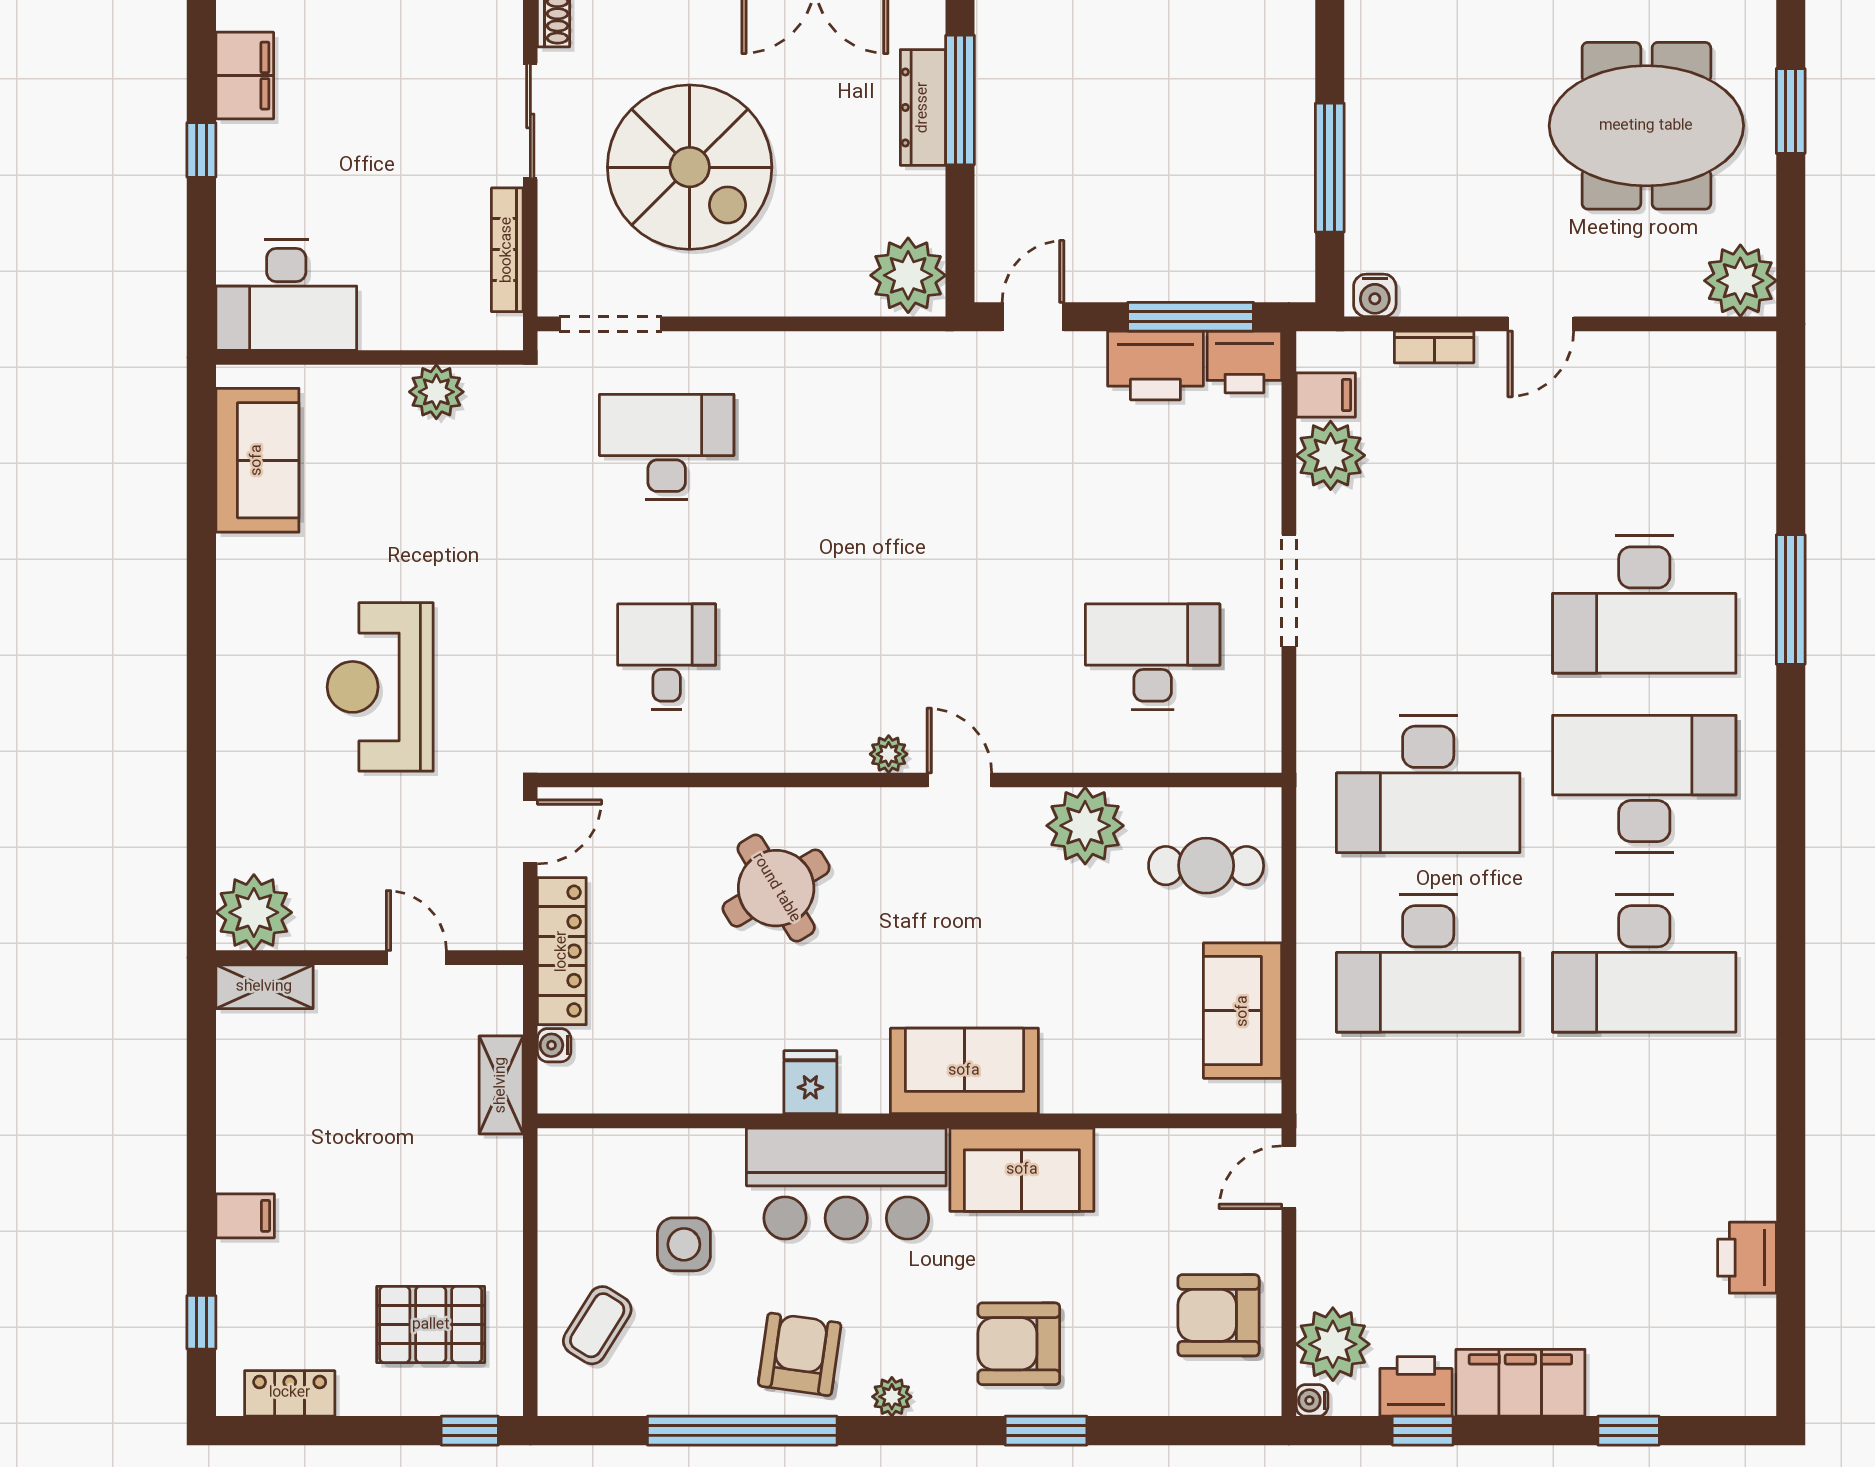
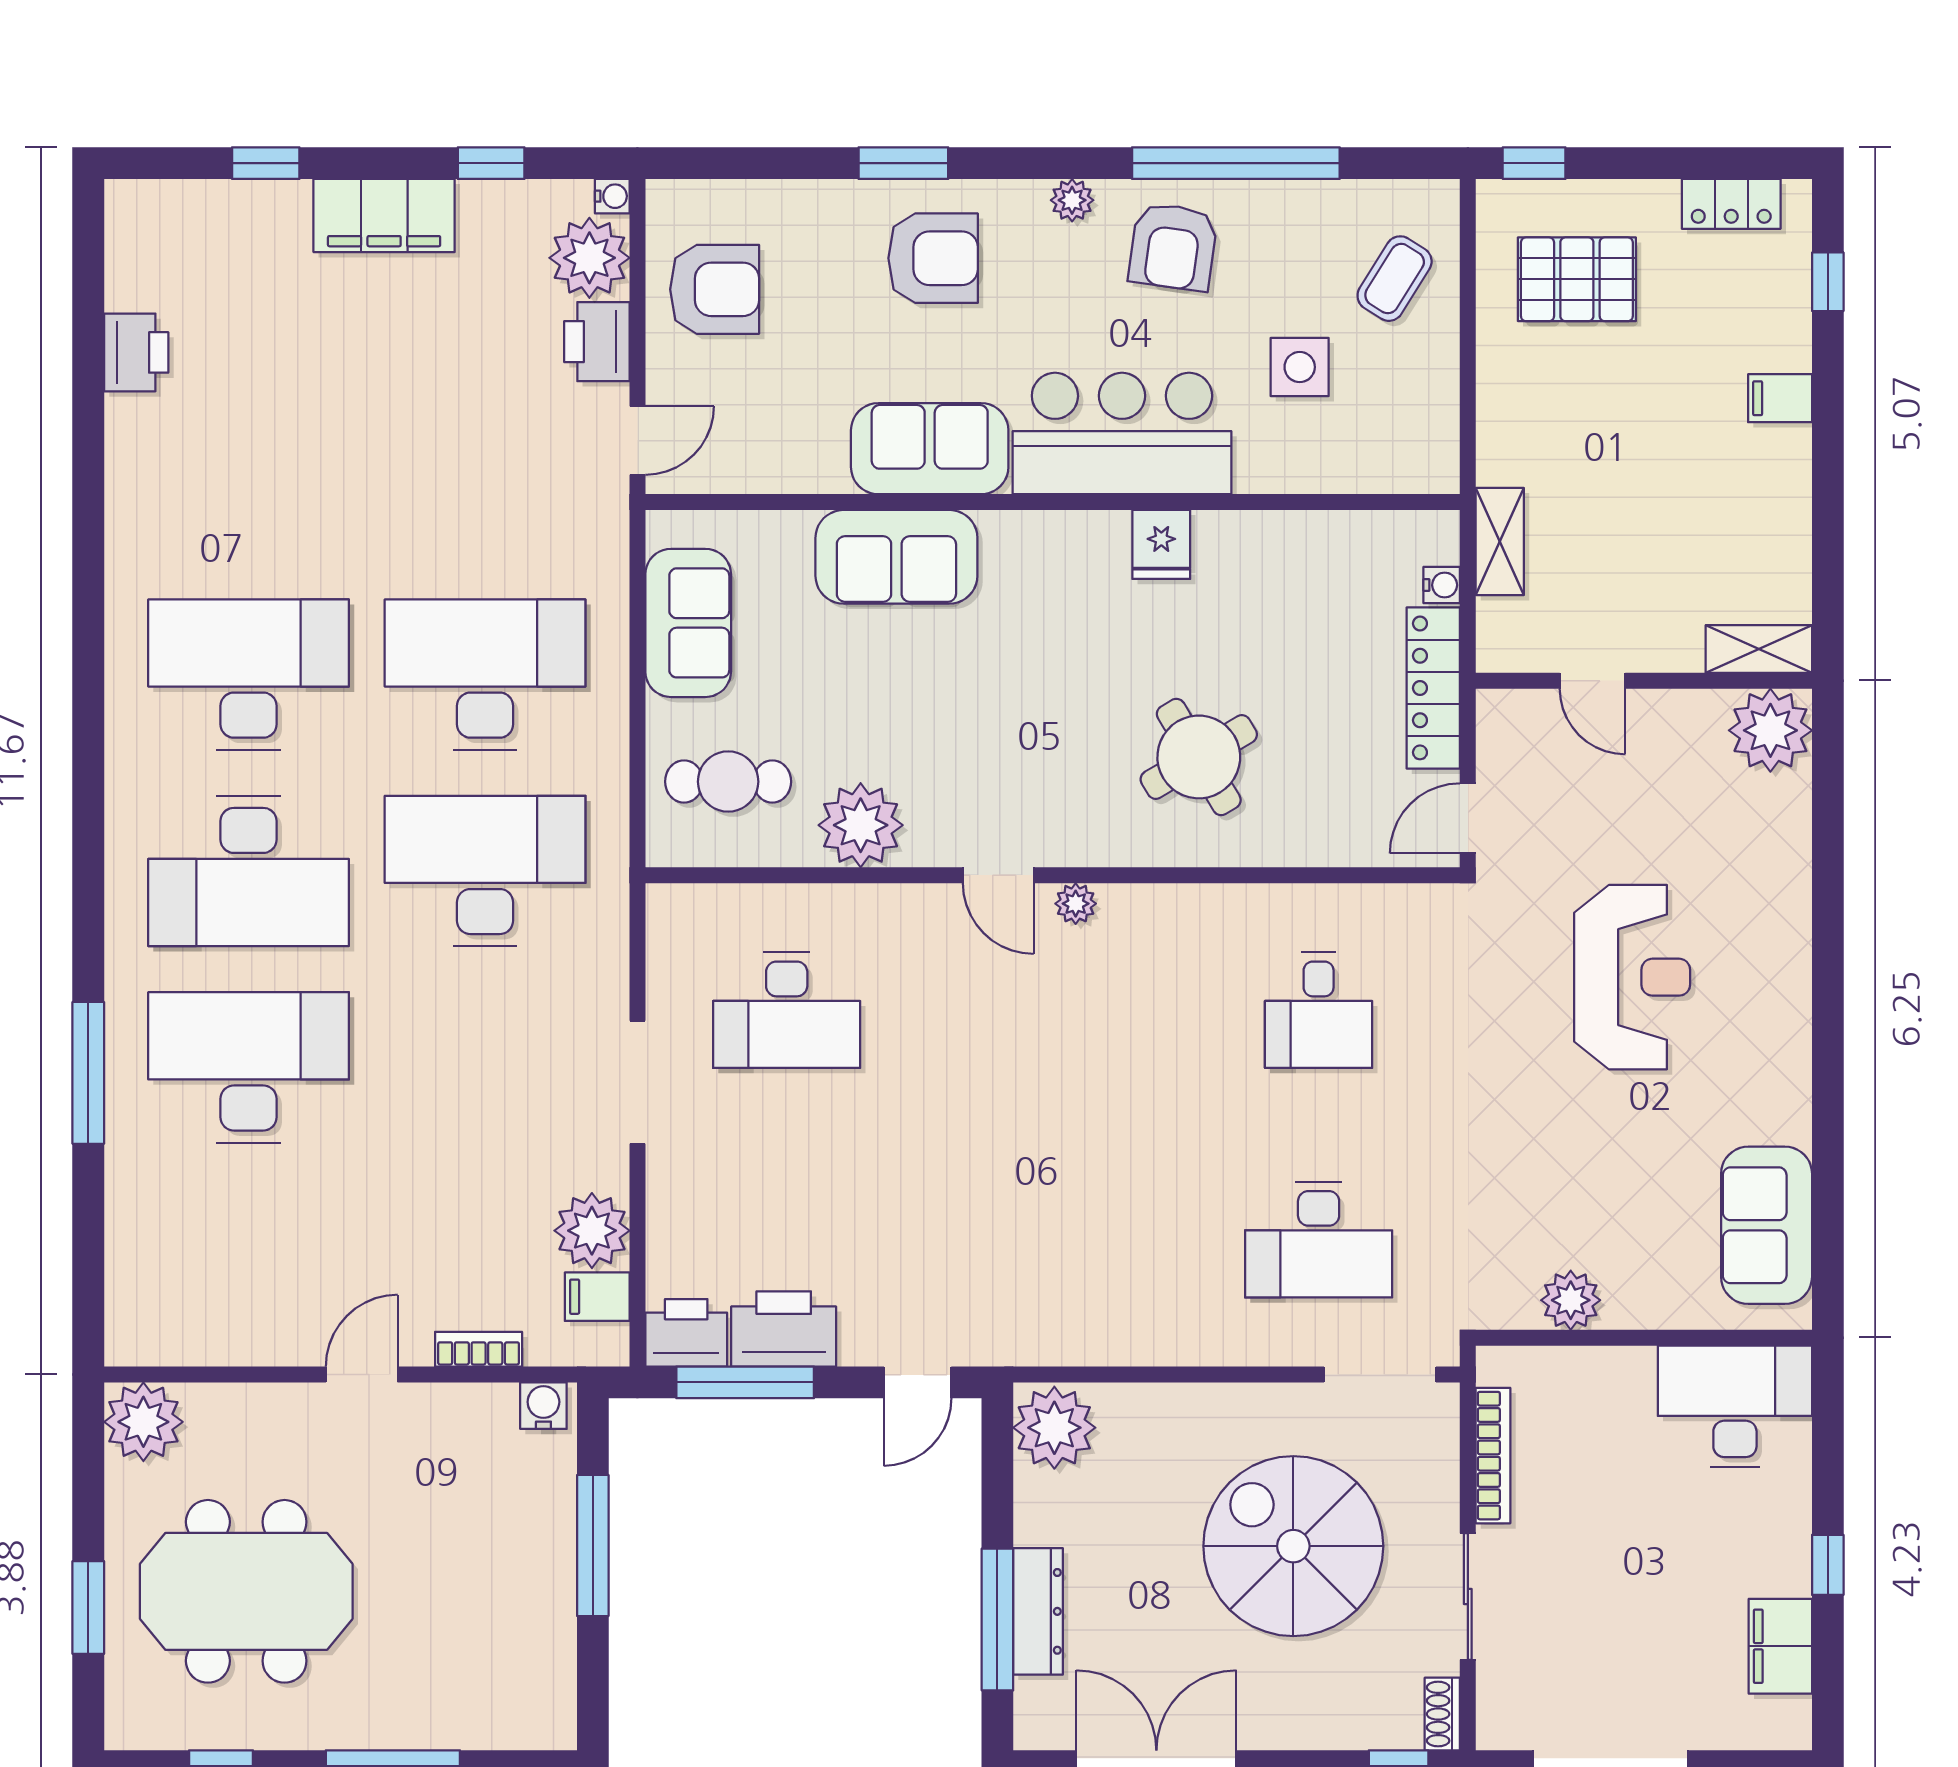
sofa: (964, 1071) -> (896, 557), moved
printer: (1416, 1386) -> (597, 342), moved, turned 90

